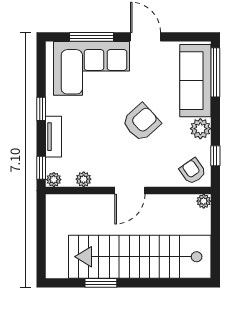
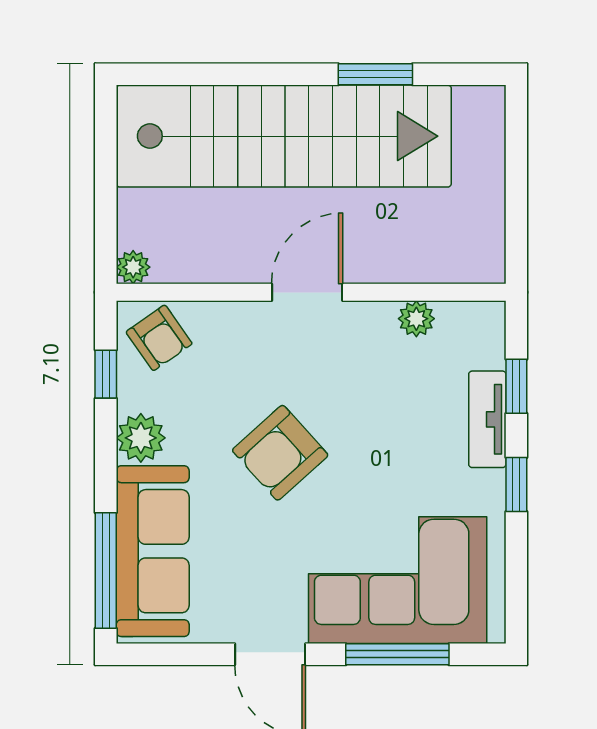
window: (41, 168) -> (516, 386), moved
plant: (54, 180) -> (486, 318), removed

